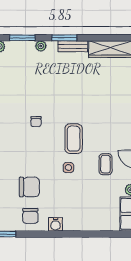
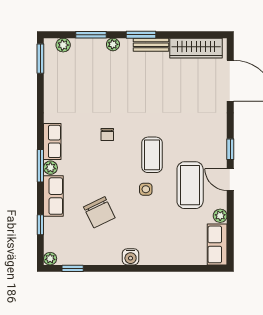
coffee table: (106, 164) -> (190, 185), width x1.86, depth x1.72
chair: (29, 187) -> (99, 212), turned 64
chair: (30, 216) -> (100, 247), removed

